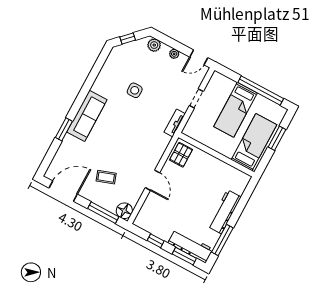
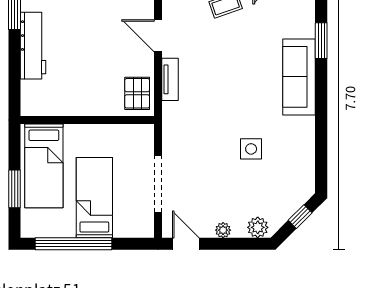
door: (199, 57) -> (186, 244), hinge flipped
doorway: (196, 99) -> (158, 184), width x1.88
tv unit: (175, 123) -> (170, 79), moved

